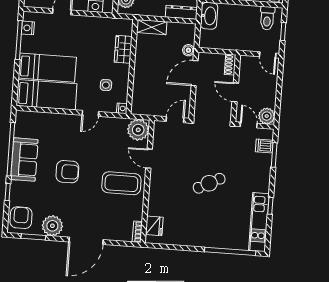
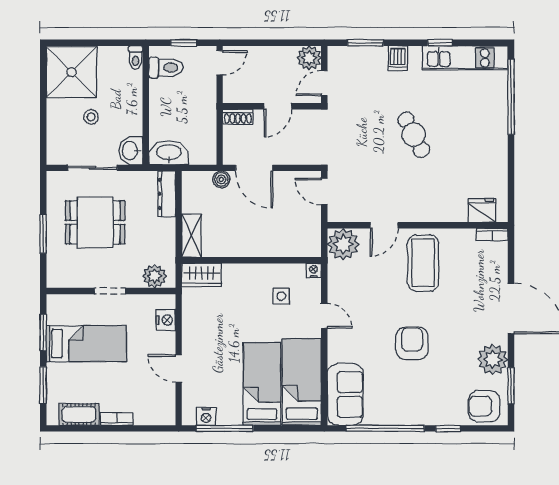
wardrobe: (123, 49) -> (202, 275), moved
dishwasher: (264, 146) -> (398, 58), moved
sofa: (24, 160) -> (345, 394), moved, turned 90

